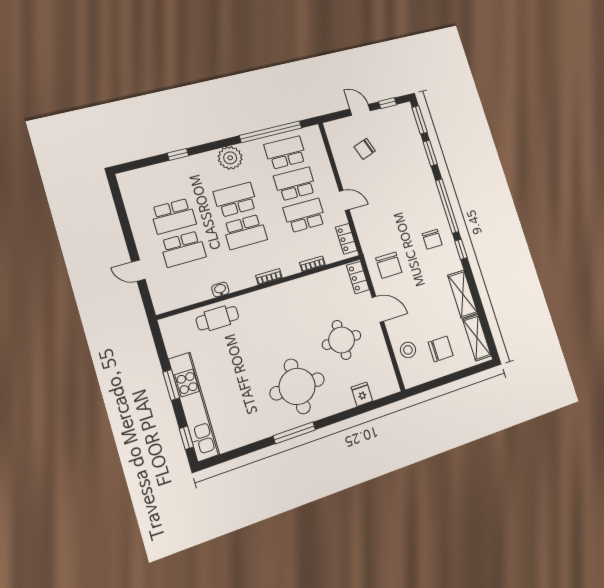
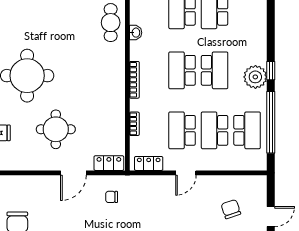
window: (178, 154) -> (271, 71), moved
school desk: (295, 184) -> (215, 130), turned 180
school desk: (305, 215) -> (182, 130), turned 180
chair: (389, 265) -> (112, 197), width x0.54, depth x0.54
bookcase: (269, 277) -> (134, 80), width x1.56
stool: (408, 350) -> (27, 190), removed

